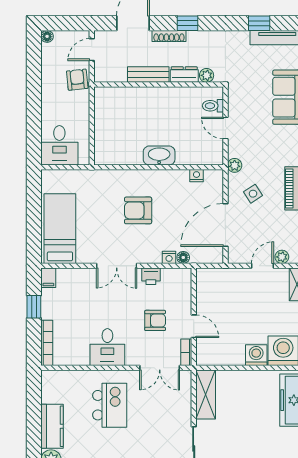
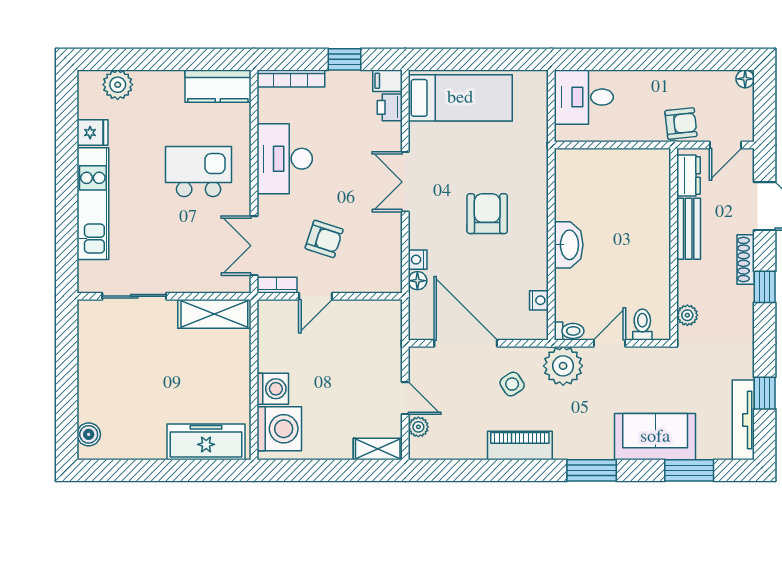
door: (92, 50) -> (726, 145), swing flipped
dresser: (184, 75) -> (689, 176), moved
toilet: (217, 155) -> (569, 331), added
plant: (235, 165) -> (563, 366), width x1.87, depth x1.87
printer: (151, 276) -> (390, 107), moved
armchair: (155, 320) -> (324, 239), turned -72
desk: (107, 347) -> (285, 159), width x1.37
kitchen island: (110, 405) -> (199, 172), turned 180
kitchen counter: (52, 426) -> (218, 86), moved

